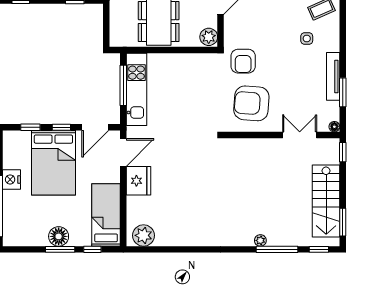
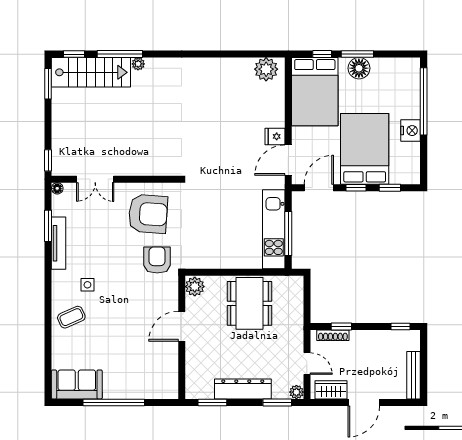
fridge: (138, 181) -> (275, 136), width x0.53, depth x0.75
stairs: (326, 201) -> (91, 72), moved, turned 90
bed: (106, 215) -> (315, 92), width x1.50

